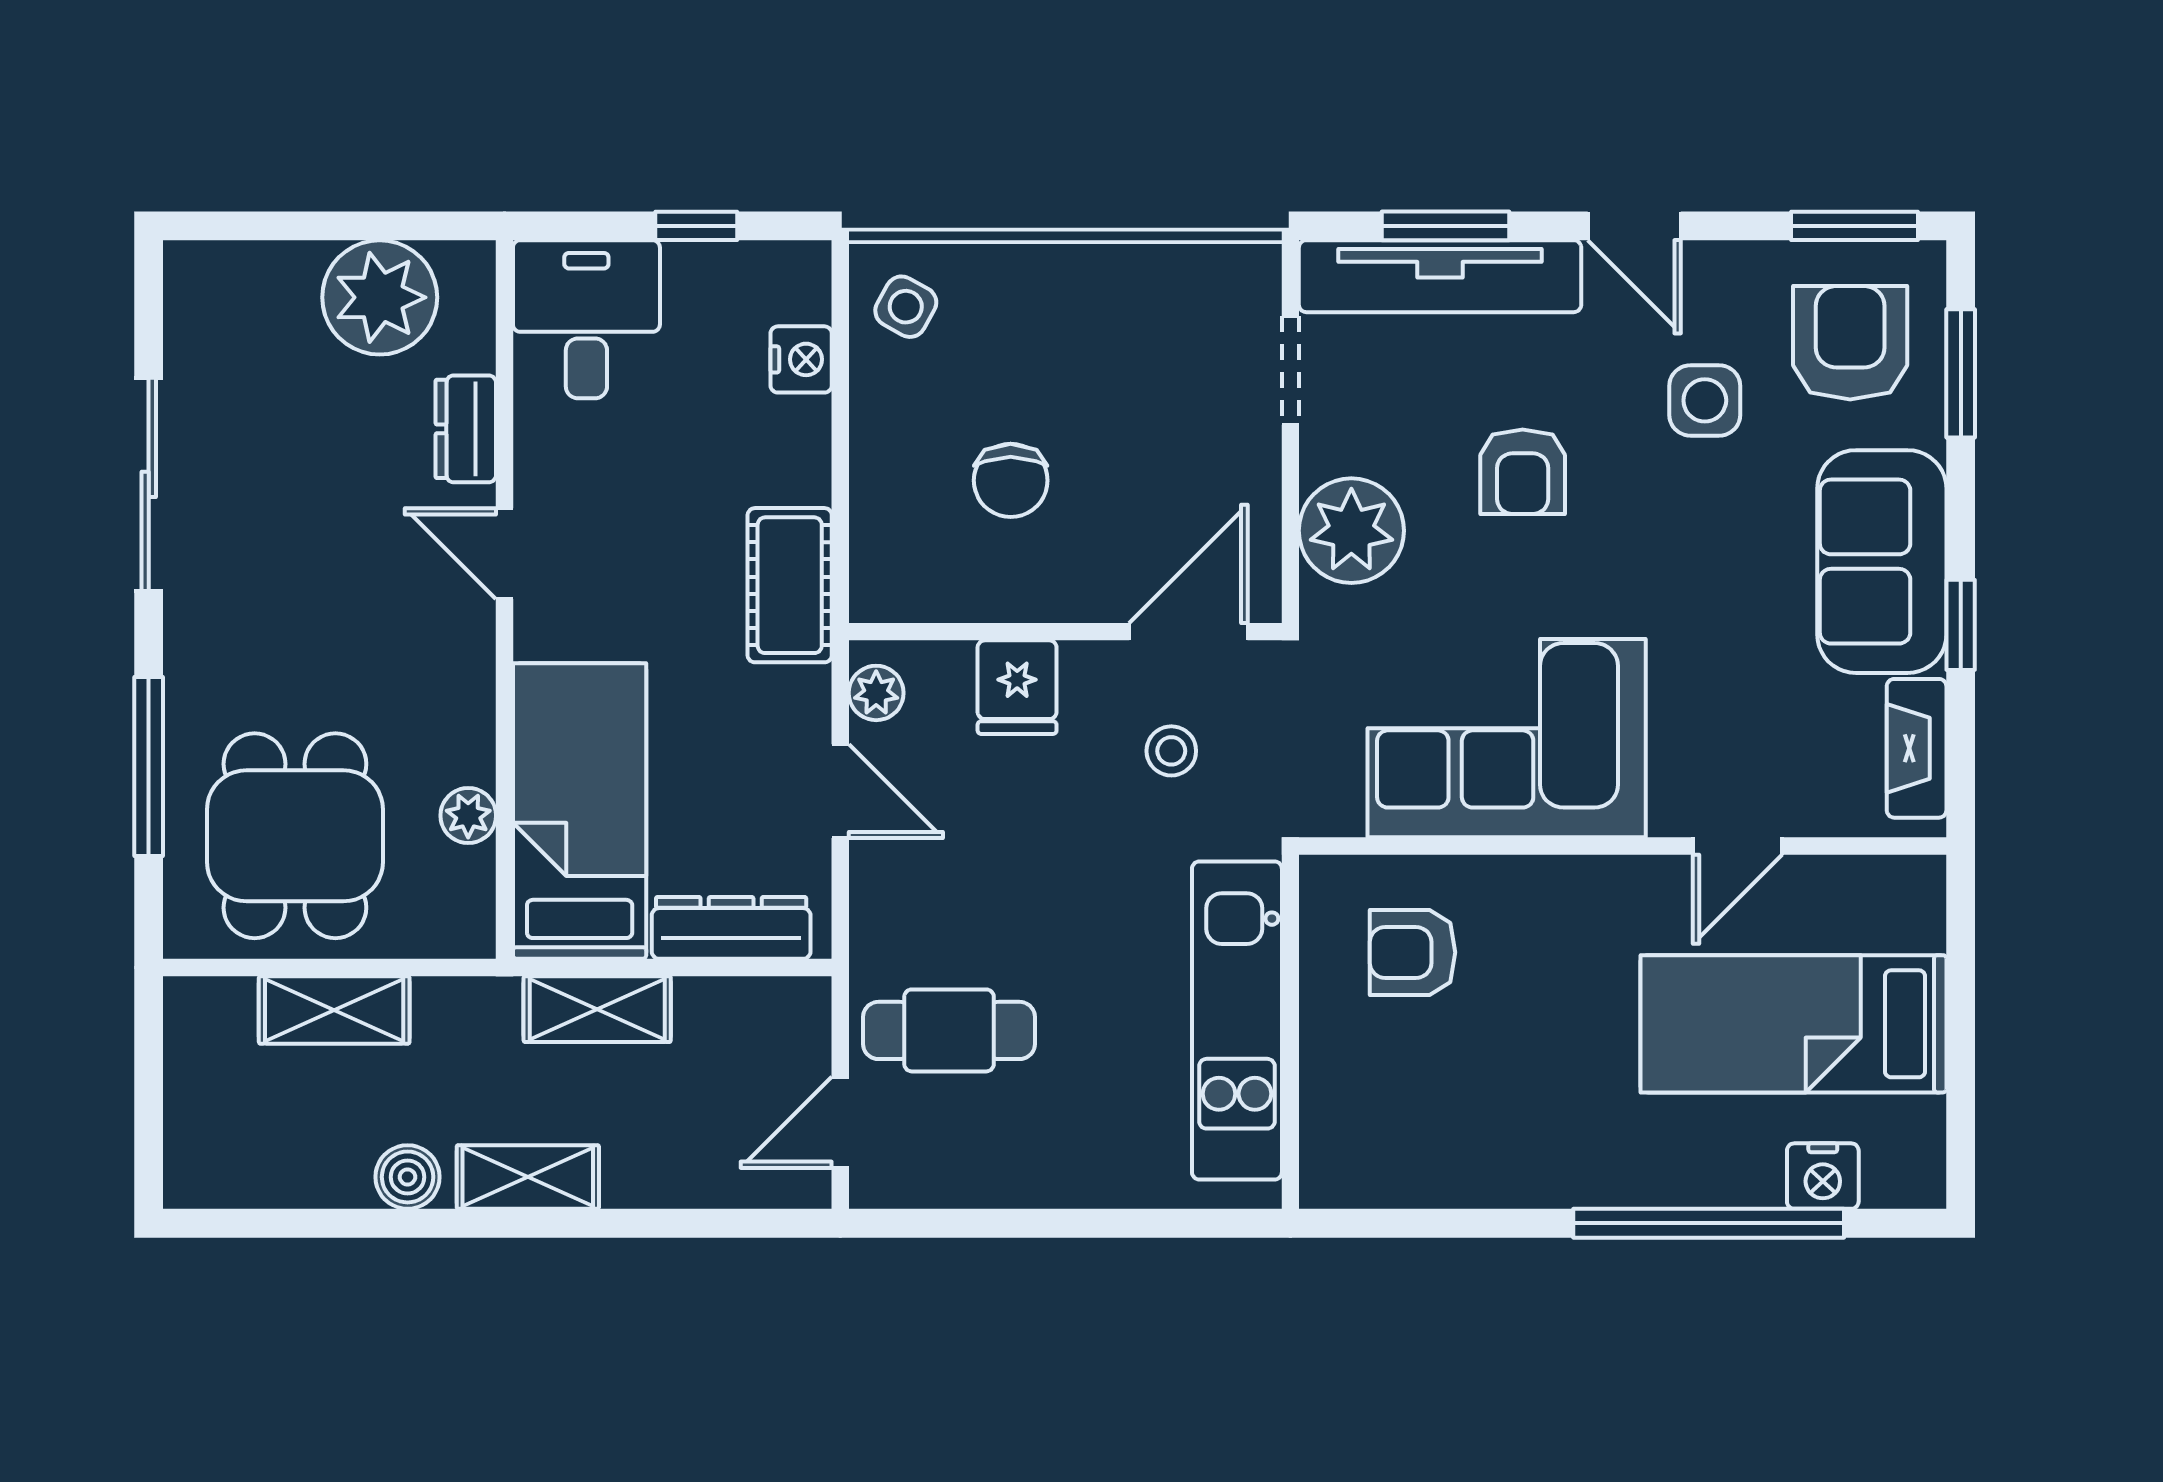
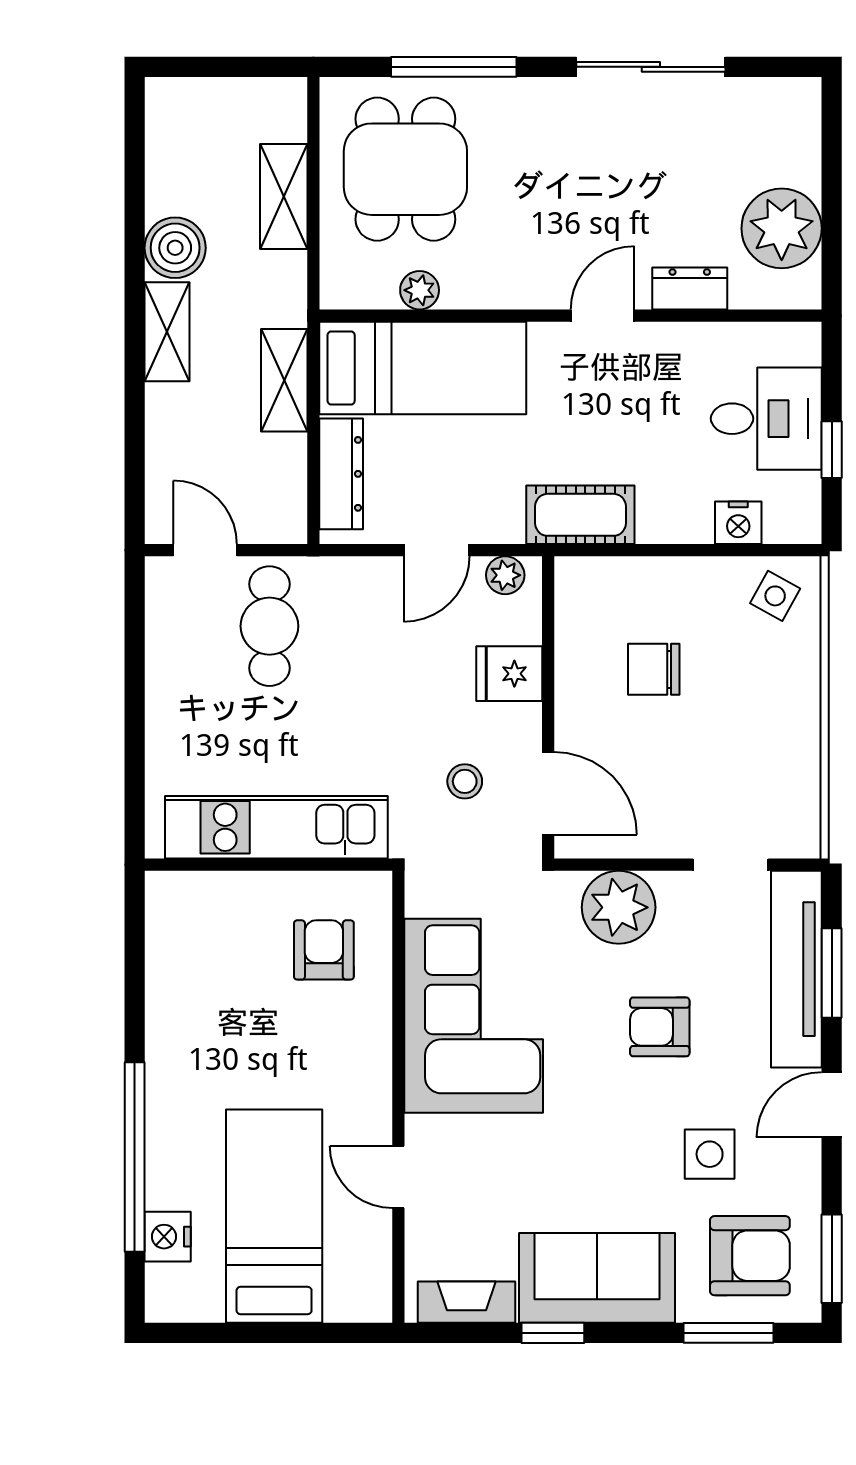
desk: (586, 319) -> (766, 419), moved
dining table: (295, 836) -> (405, 169), turned 90
boiler: (408, 1177) -> (175, 248), width x1.36, depth x1.36

